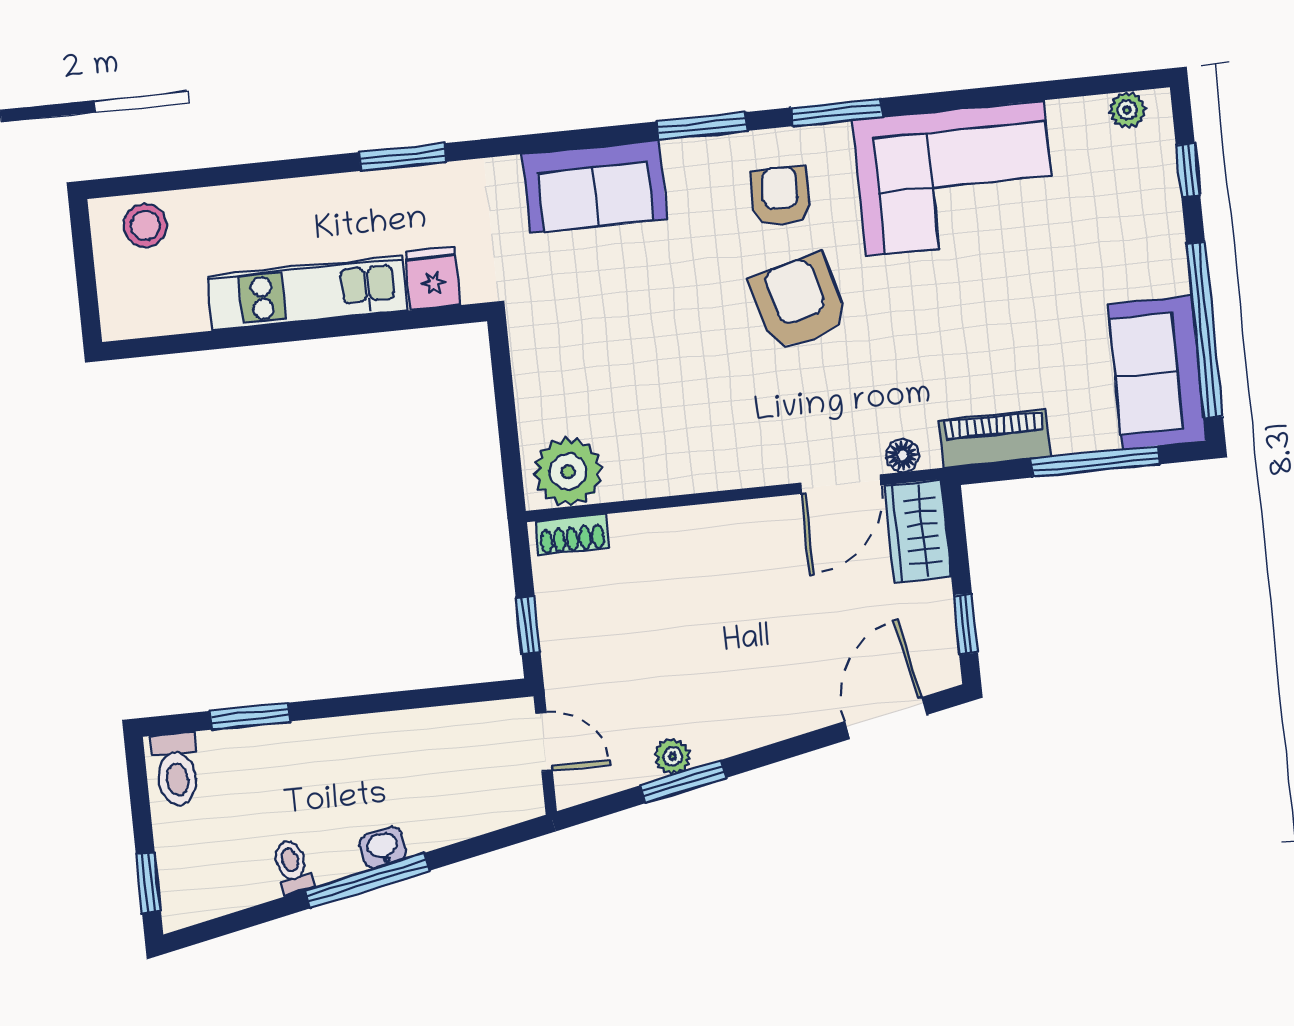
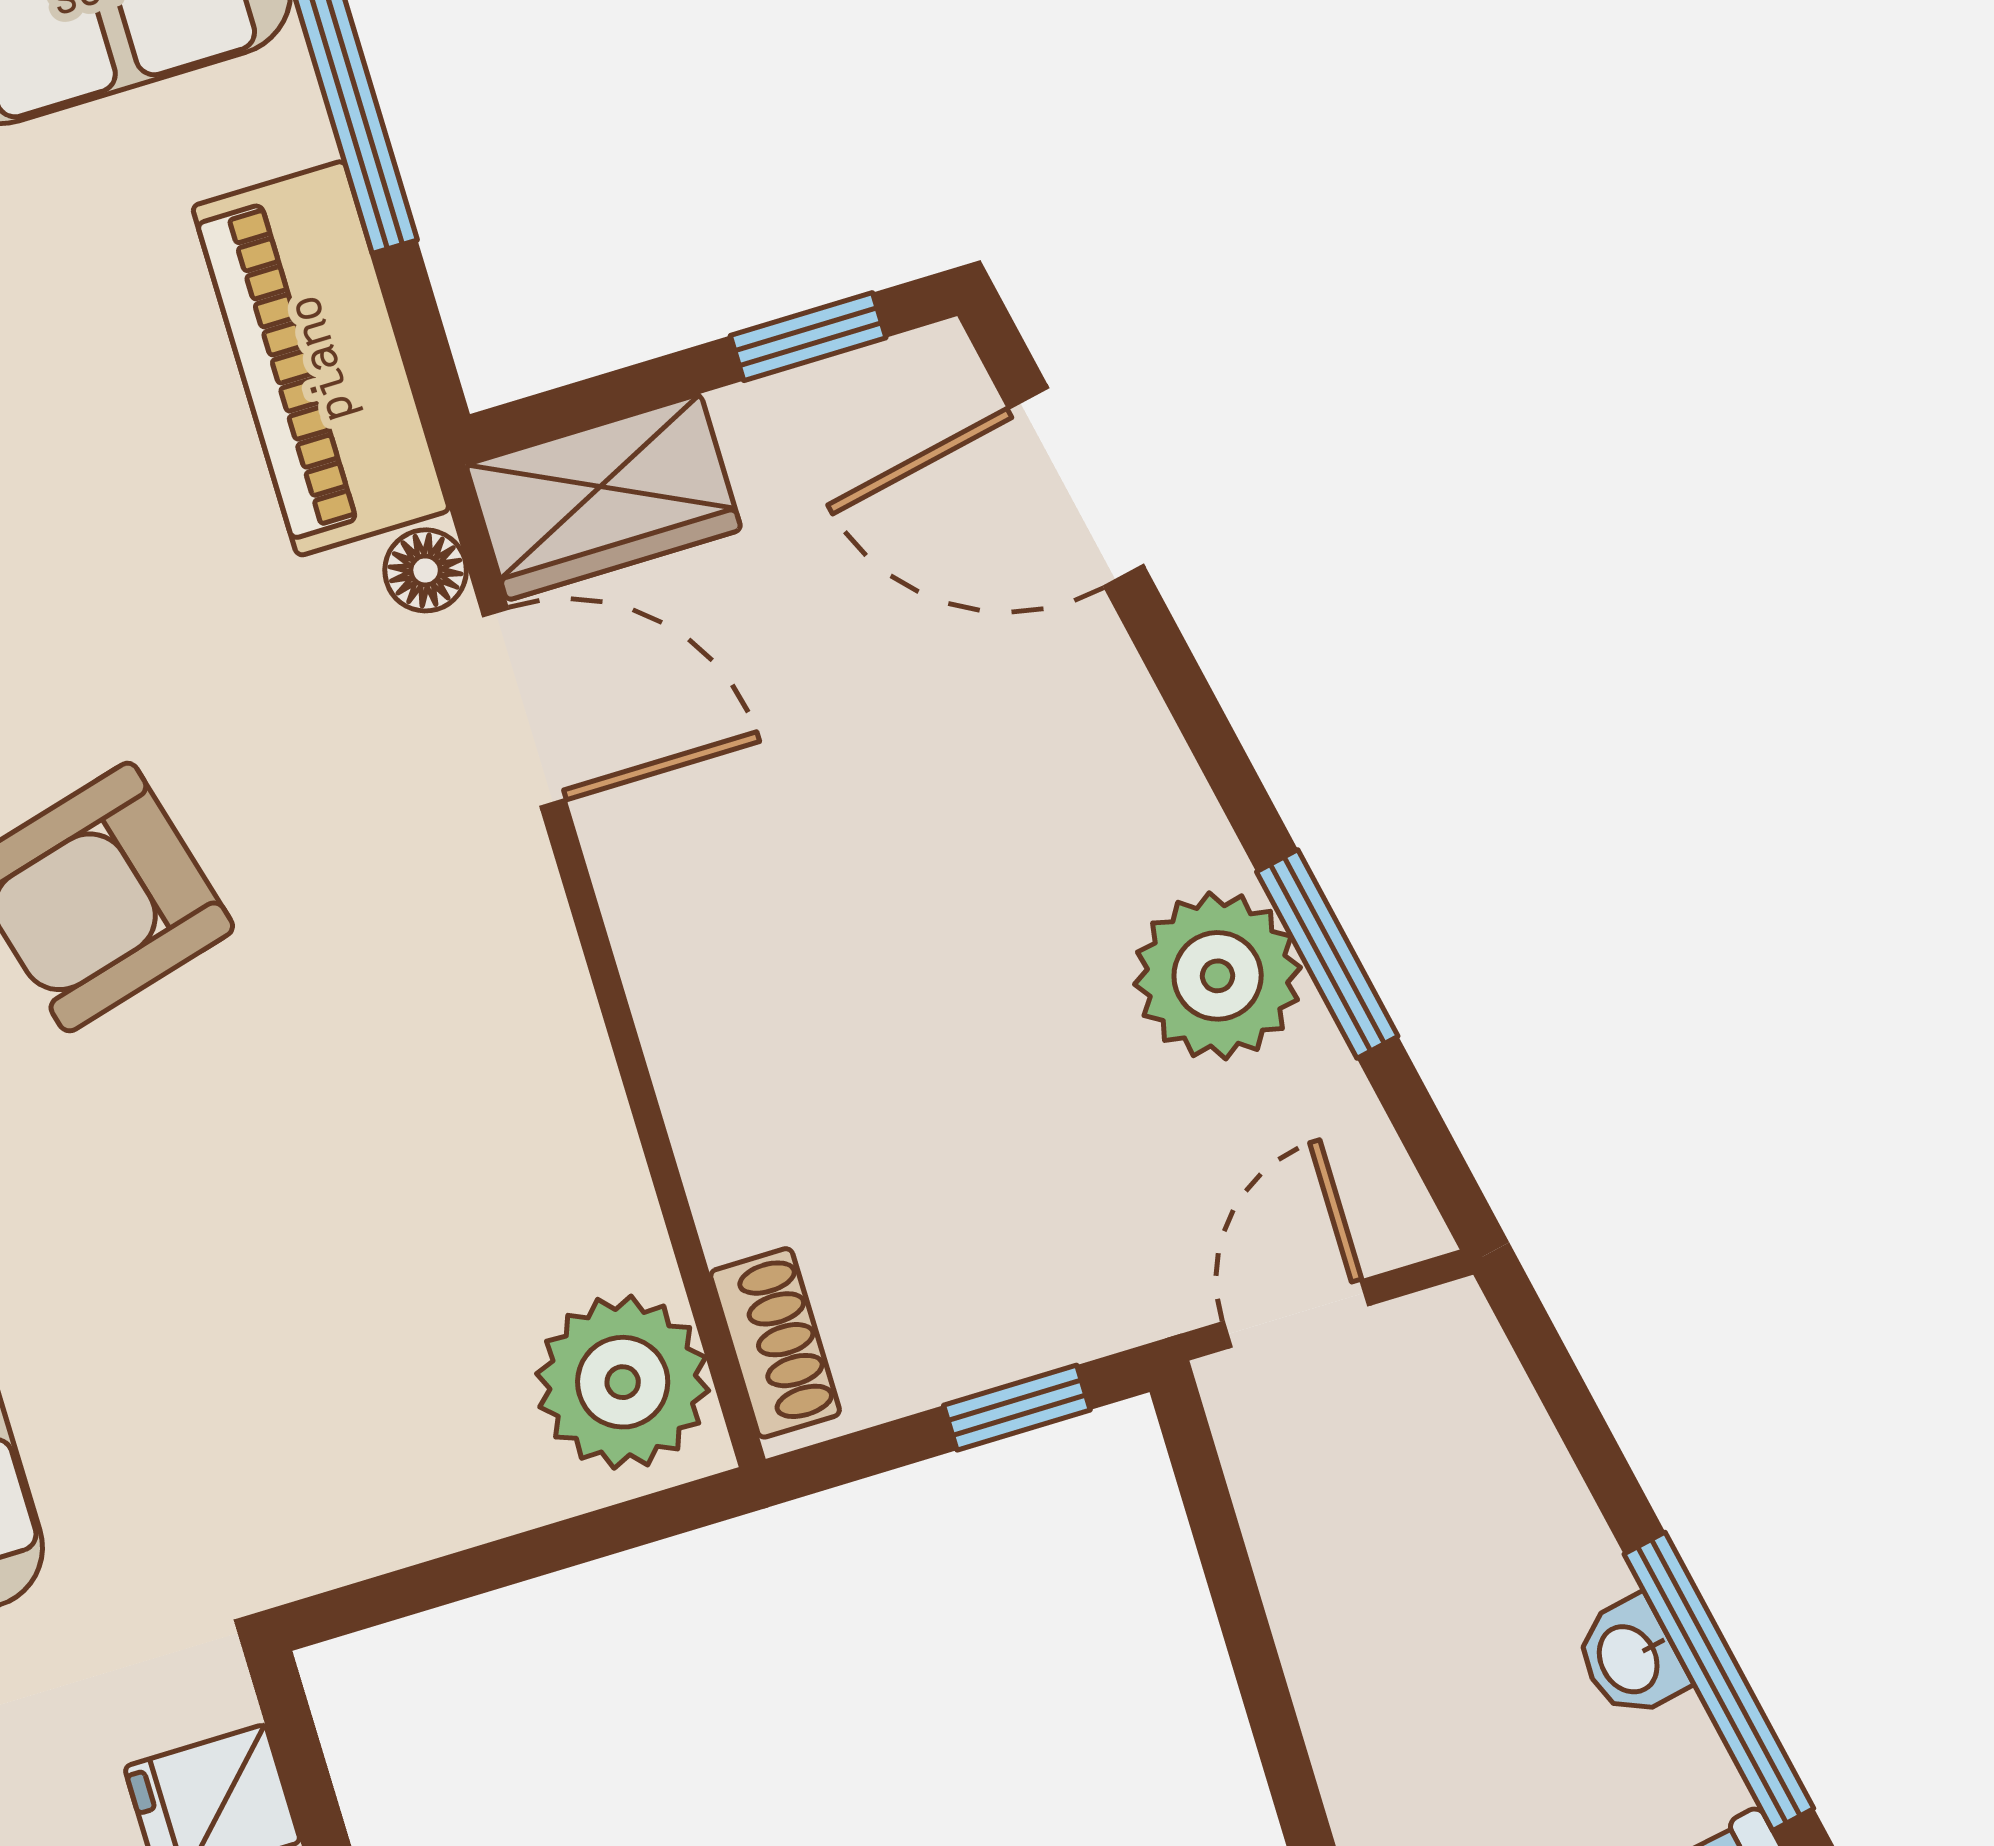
piano: (995, 438) -> (321, 358), width x1.37, depth x1.33
plant: (673, 756) -> (1218, 976), width x1.88, depth x1.88

